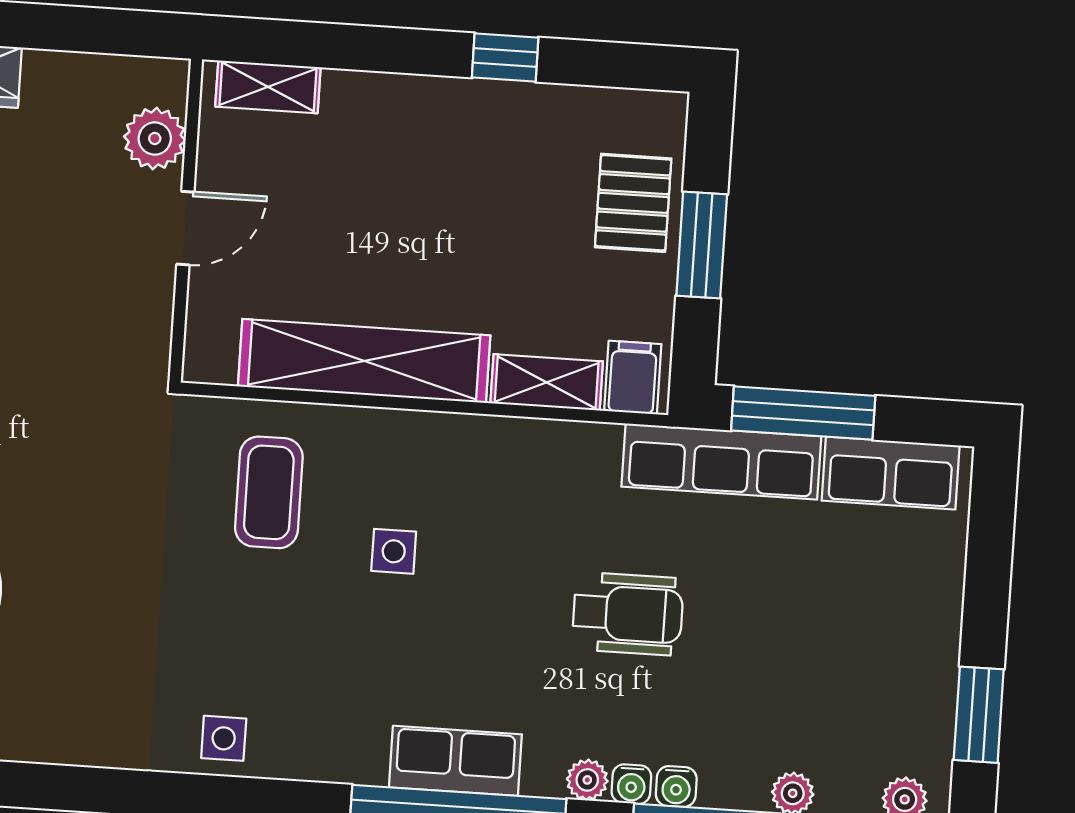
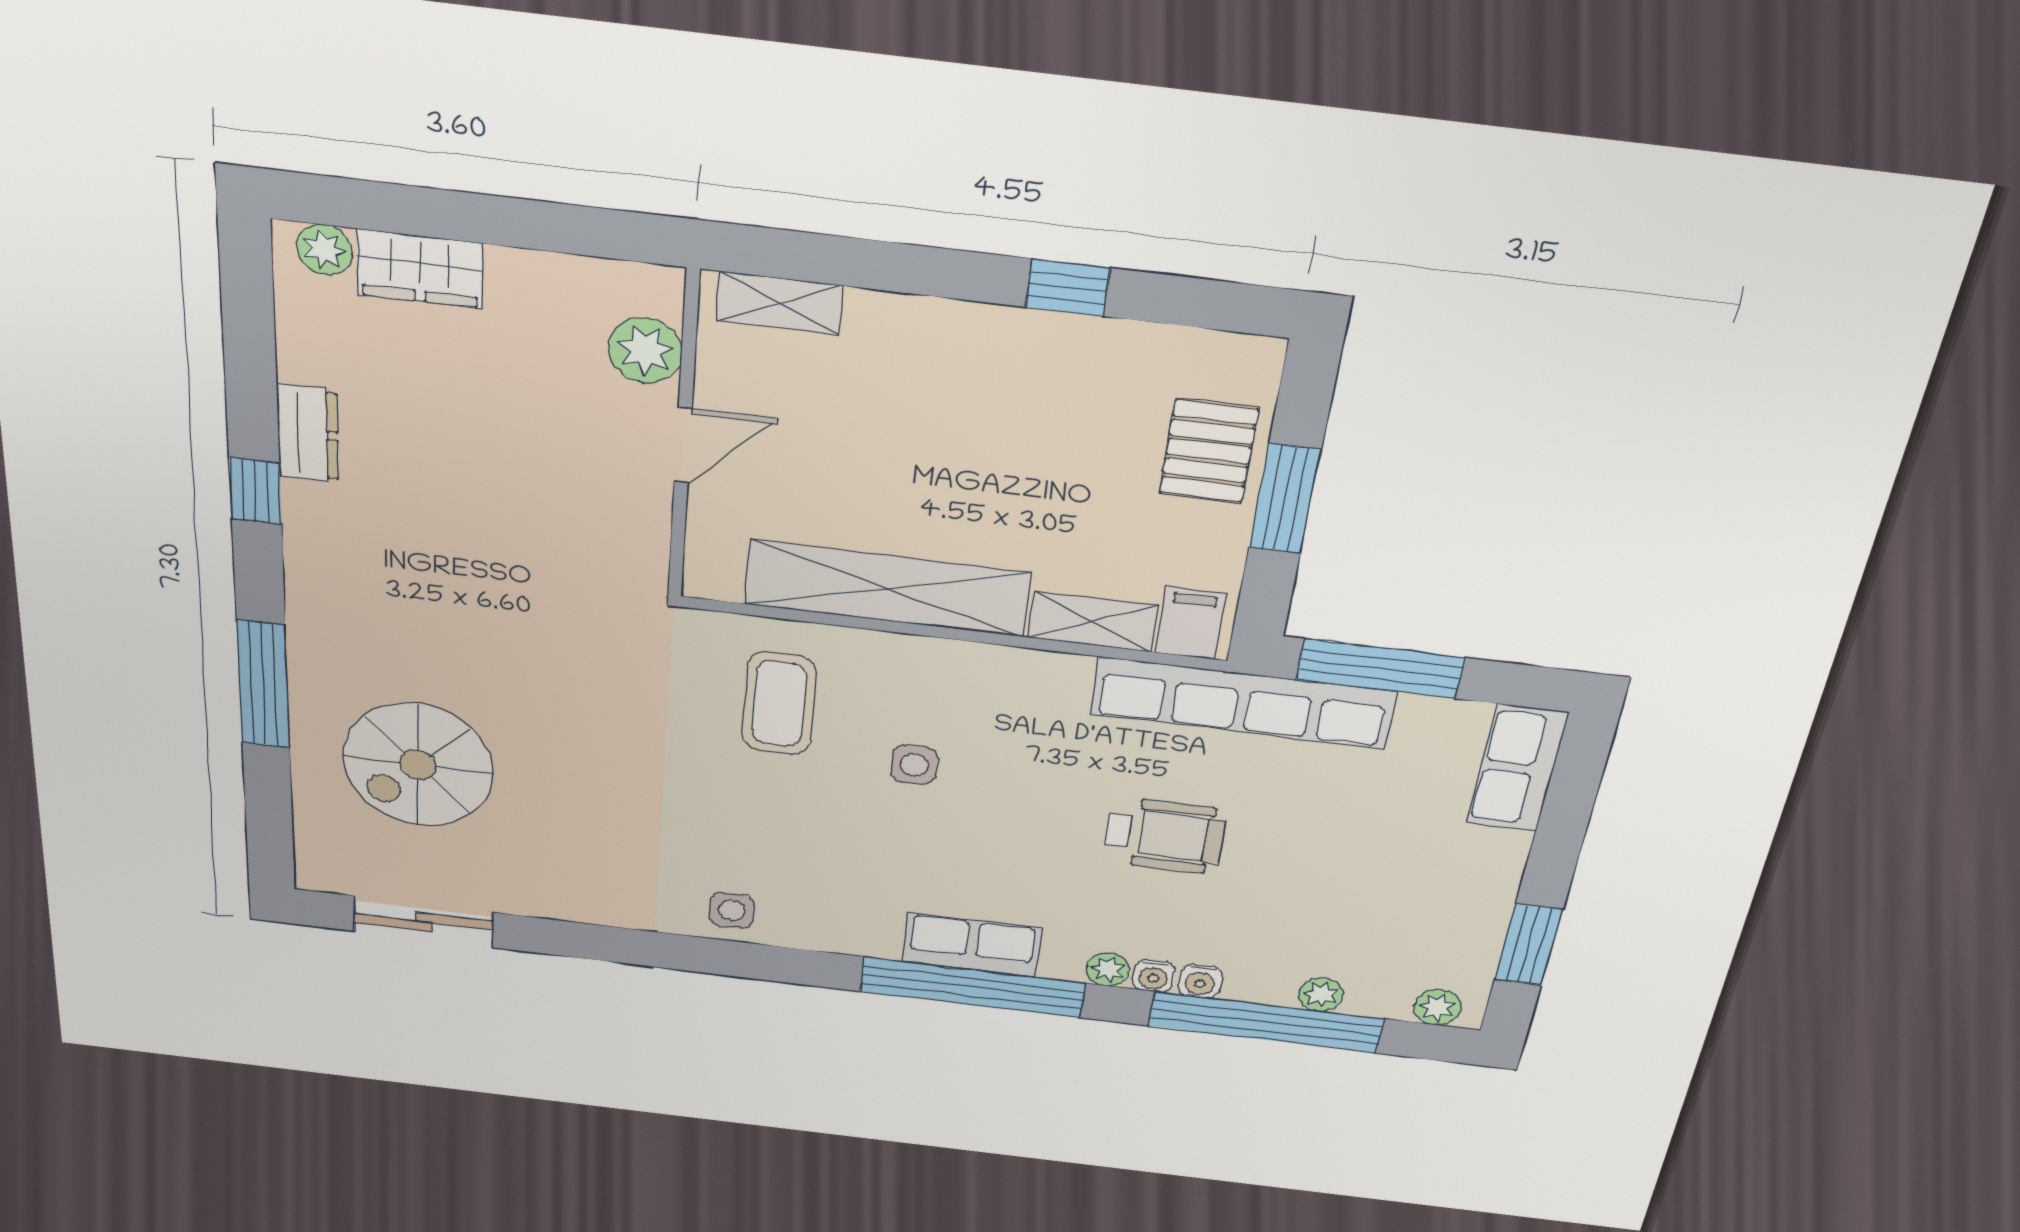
row of seats: (721, 461) -> (1242, 703), width x1.36
row of seats: (891, 473) -> (1517, 768), moved, turned 90

